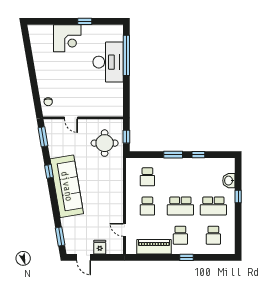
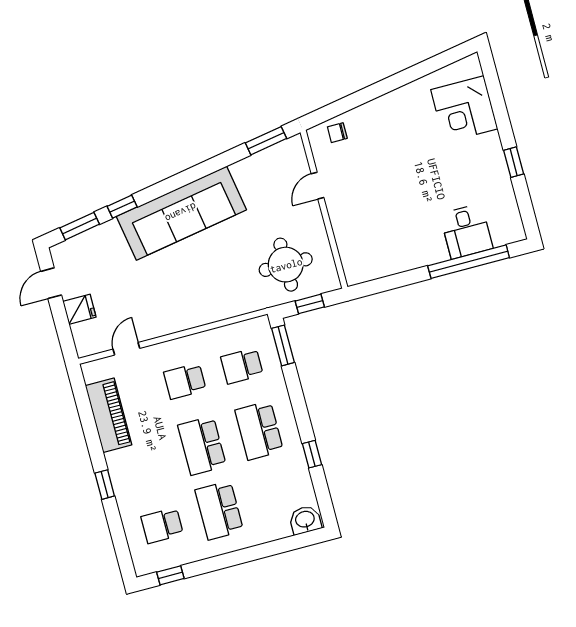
corner desk: (67, 38) -> (464, 109), moved
desk: (108, 62) -> (466, 231), width x0.53, depth x0.77
window: (173, 155) -> (283, 345), moved
window: (49, 171) -> (122, 207), moved
washbasin: (229, 181) -> (305, 520), moved
window: (238, 196) -> (170, 575), moved
school desk: (180, 235) -> (259, 430), moved, width x1.85

